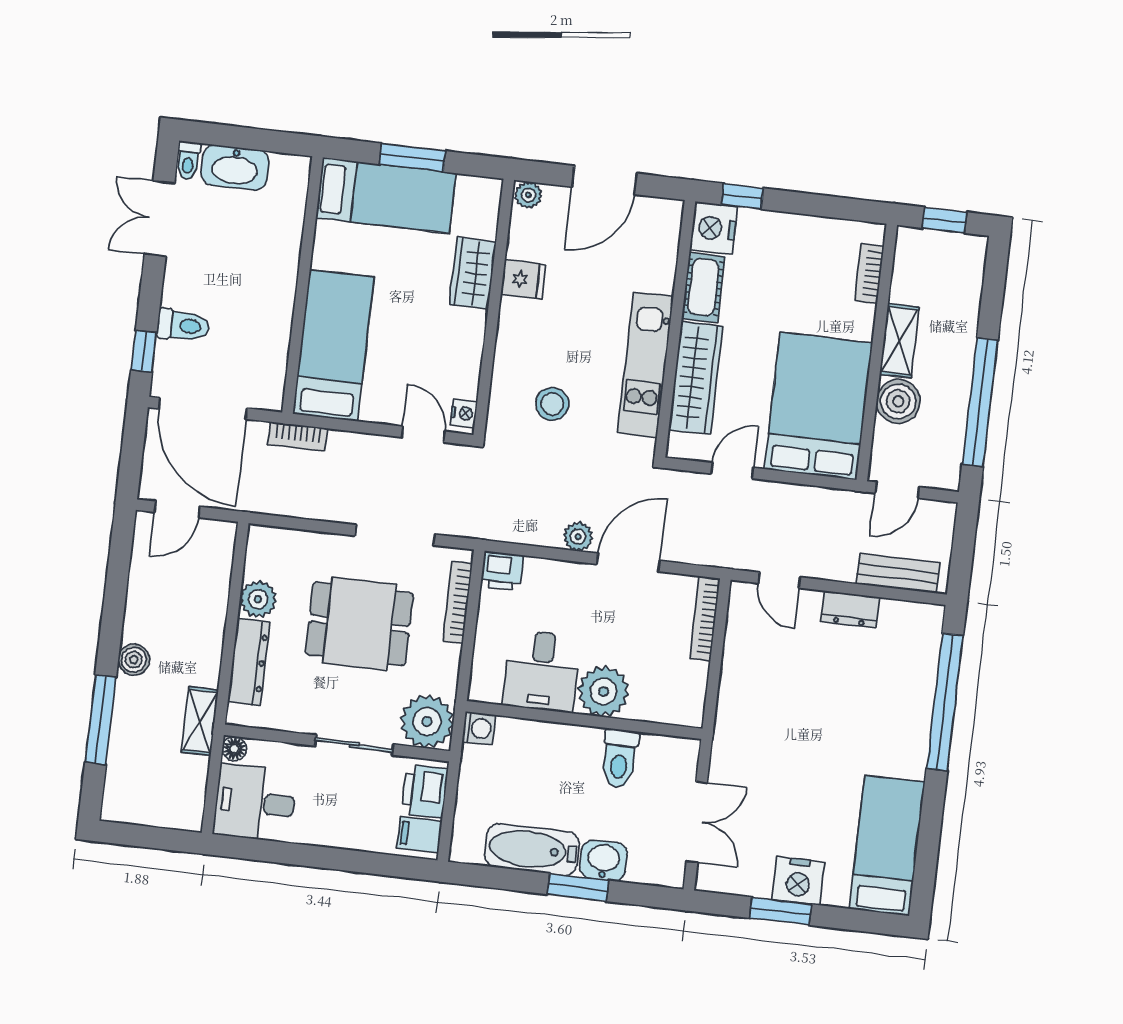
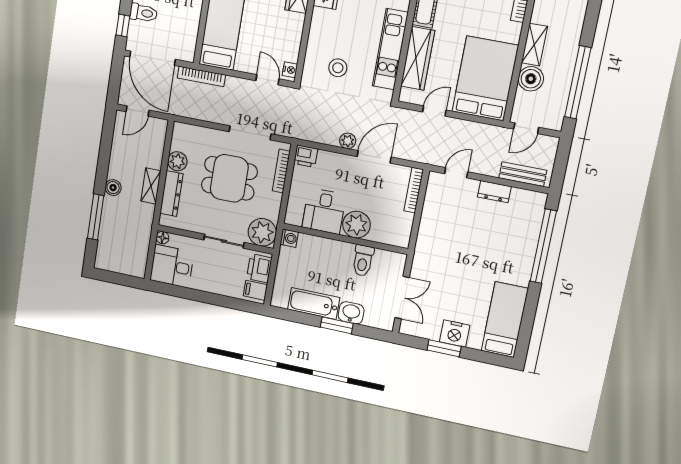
bookcase: (298, 436) -> (201, 76), width x1.56
door: (779, 580) -> (456, 173), swing flipped
shelving: (200, 721) -> (151, 186), moved

